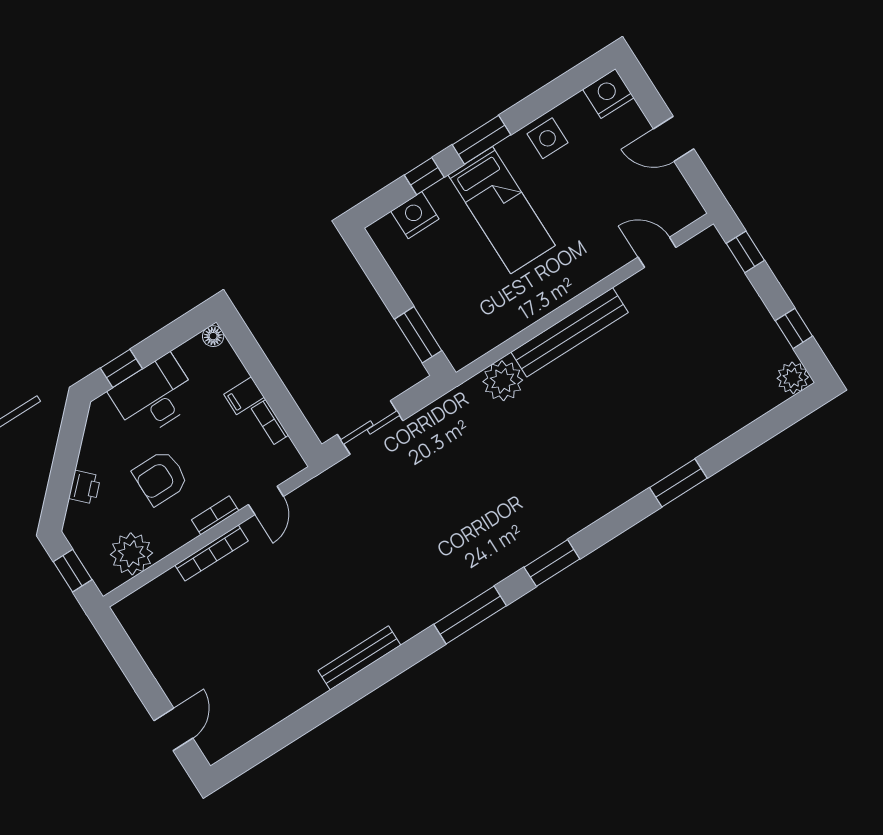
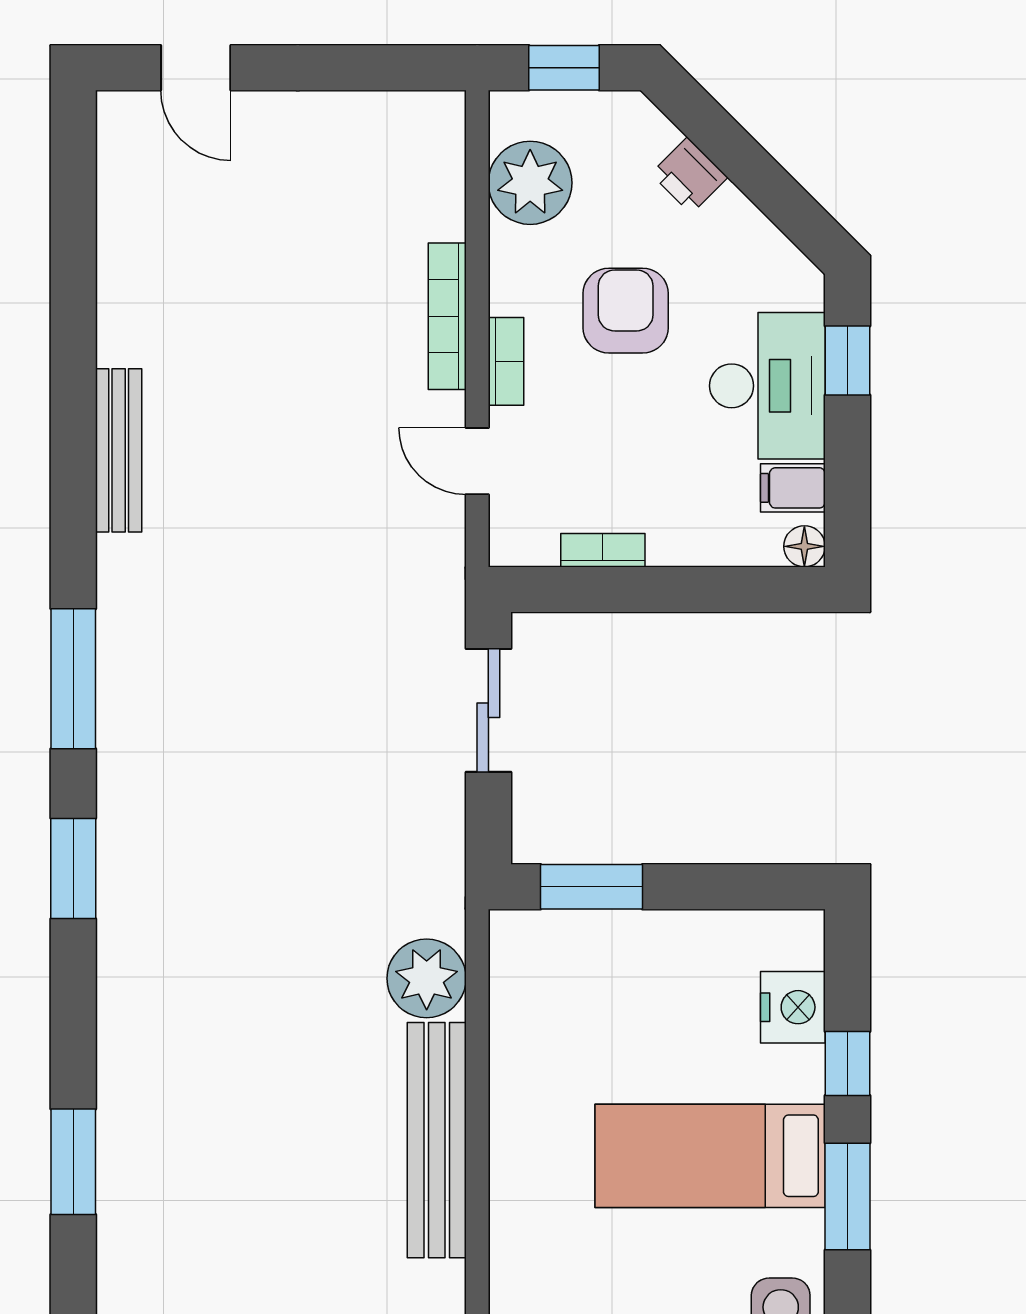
filing cabinet: (244, 396) -> (793, 488), moved, turned -90

